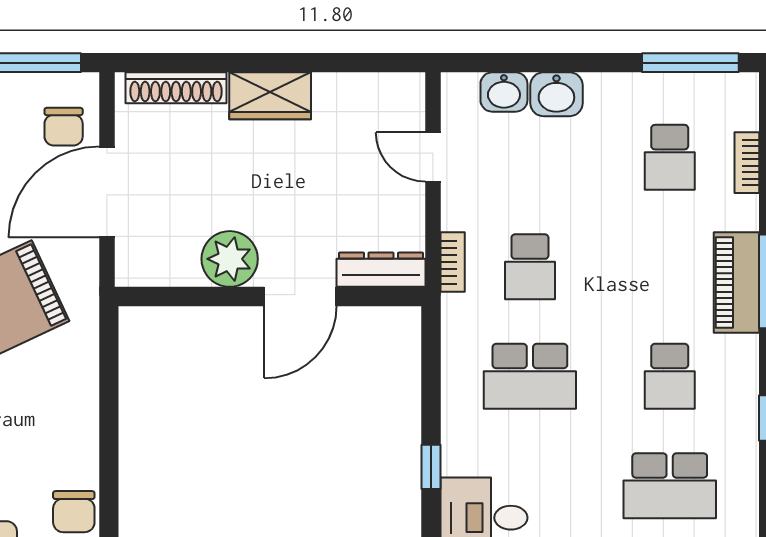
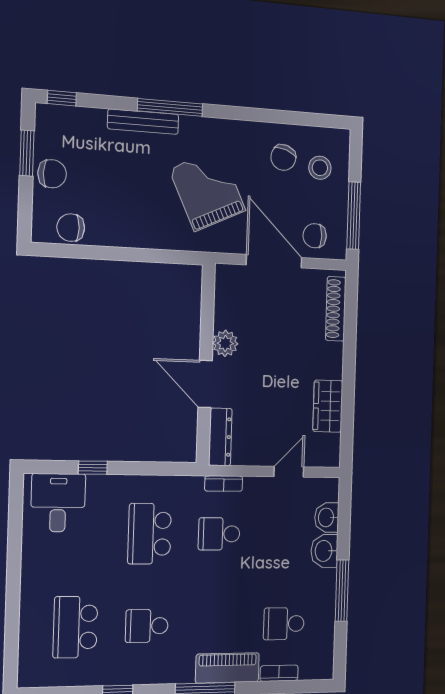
window: (690, 63) -> (342, 591), moved
wardrobe: (270, 96) -> (328, 406), moved
plant: (230, 259) -> (225, 343), width x0.73, depth x0.73
piano: (736, 282) -> (227, 668), moved

